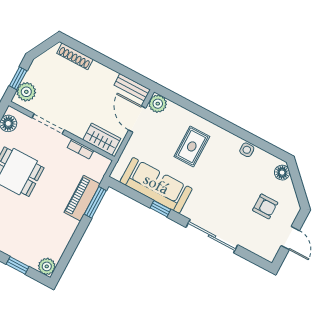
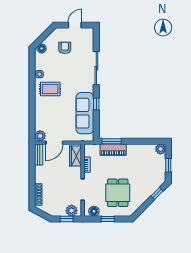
rug: (192, 146) -> (50, 89), moved

